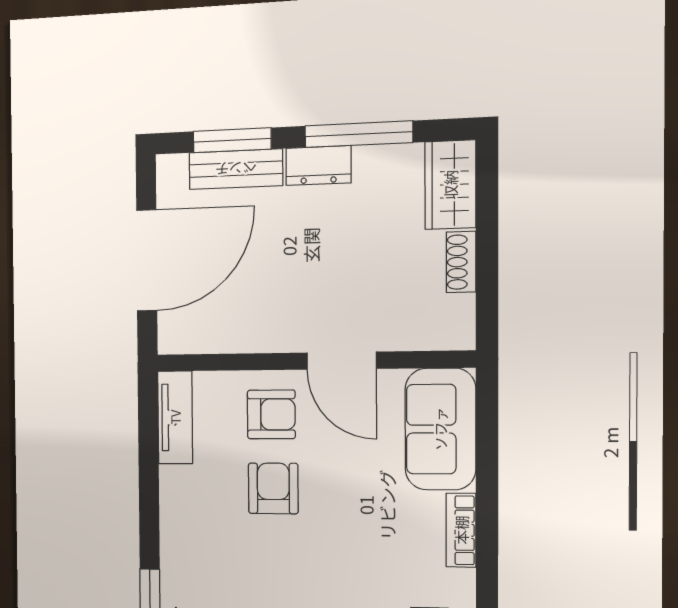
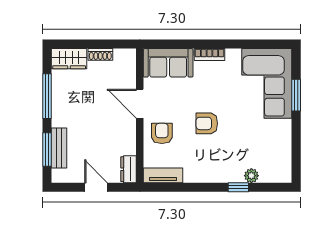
dresser: (318, 166) -> (129, 169), moved, turned 180
door: (147, 260) -> (96, 187), width x0.53
door: (342, 361) -> (140, 104), swing flipped
armchair: (273, 488) -> (207, 123), moved

